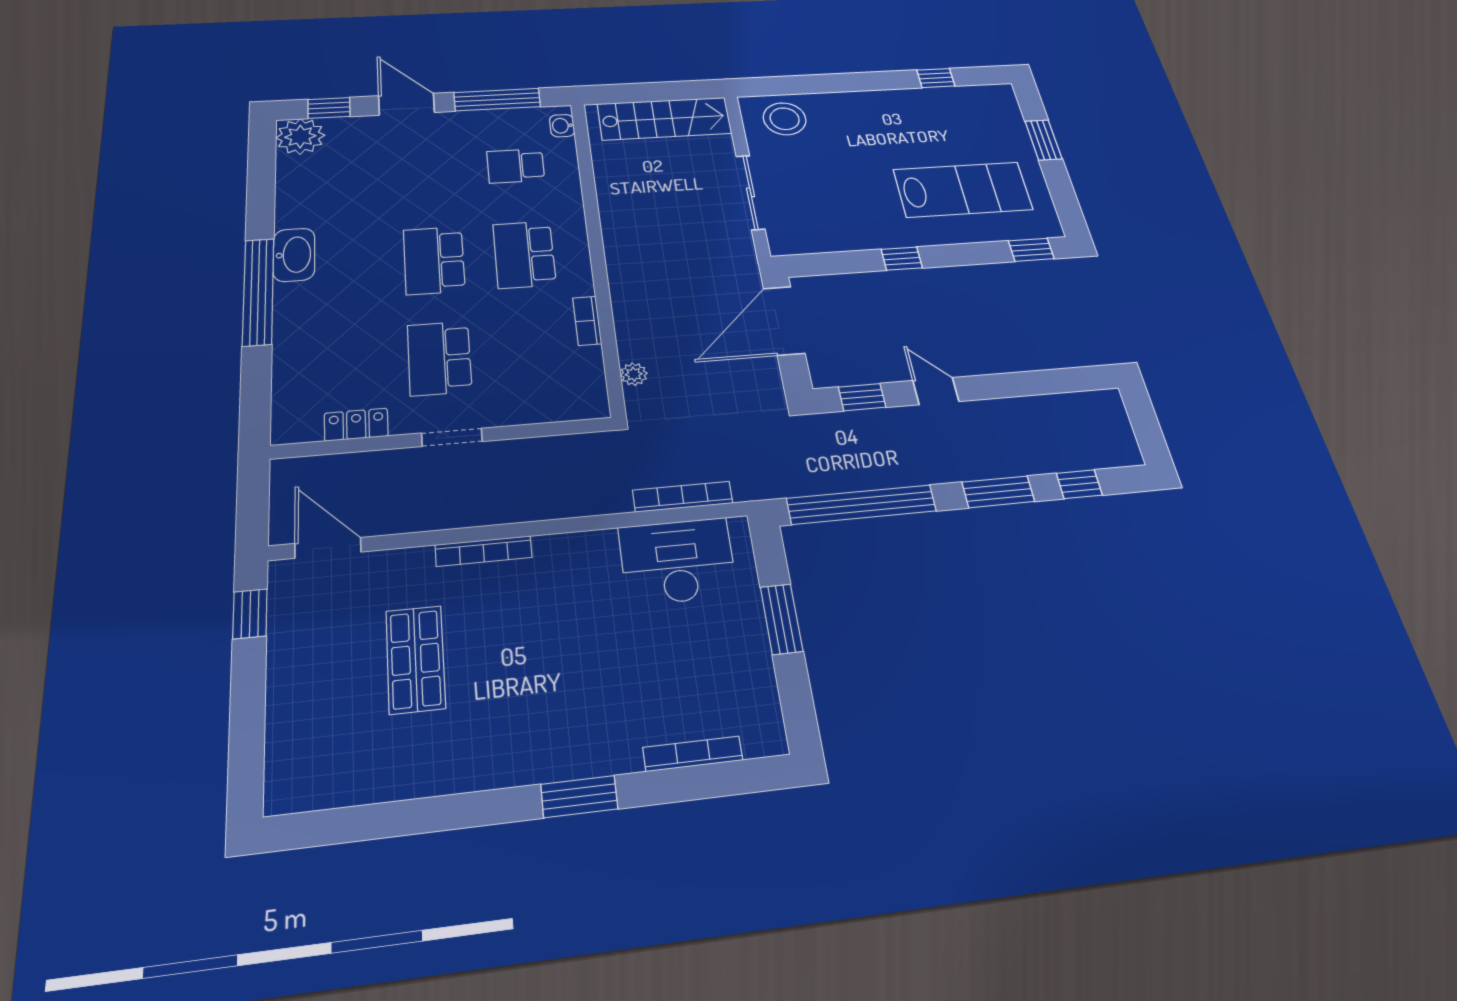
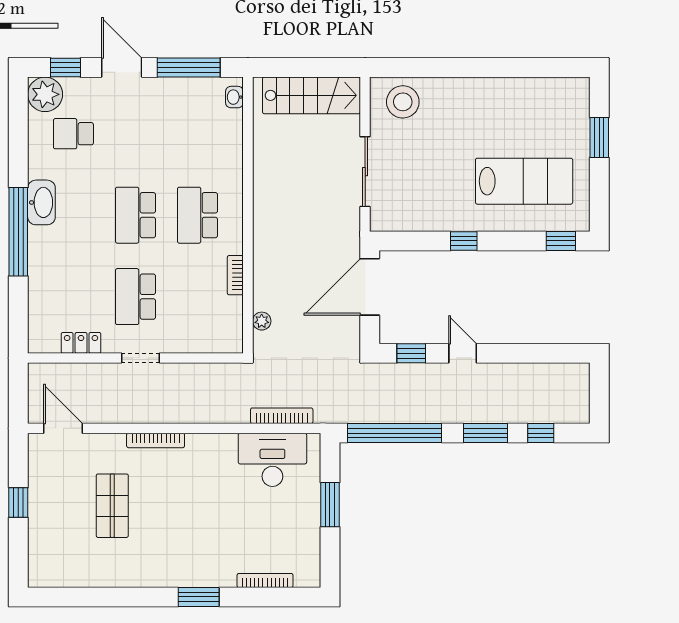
window: (936, 78) -> (530, 68), removed
school desk: (516, 166) -> (73, 134), moved
window: (250, 614) -> (18, 503), moved

